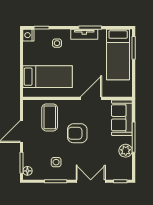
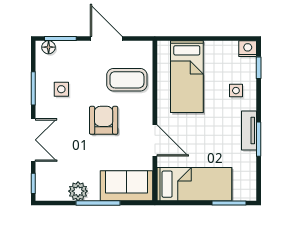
bed: (118, 55) -> (194, 184), moved, turned 180

